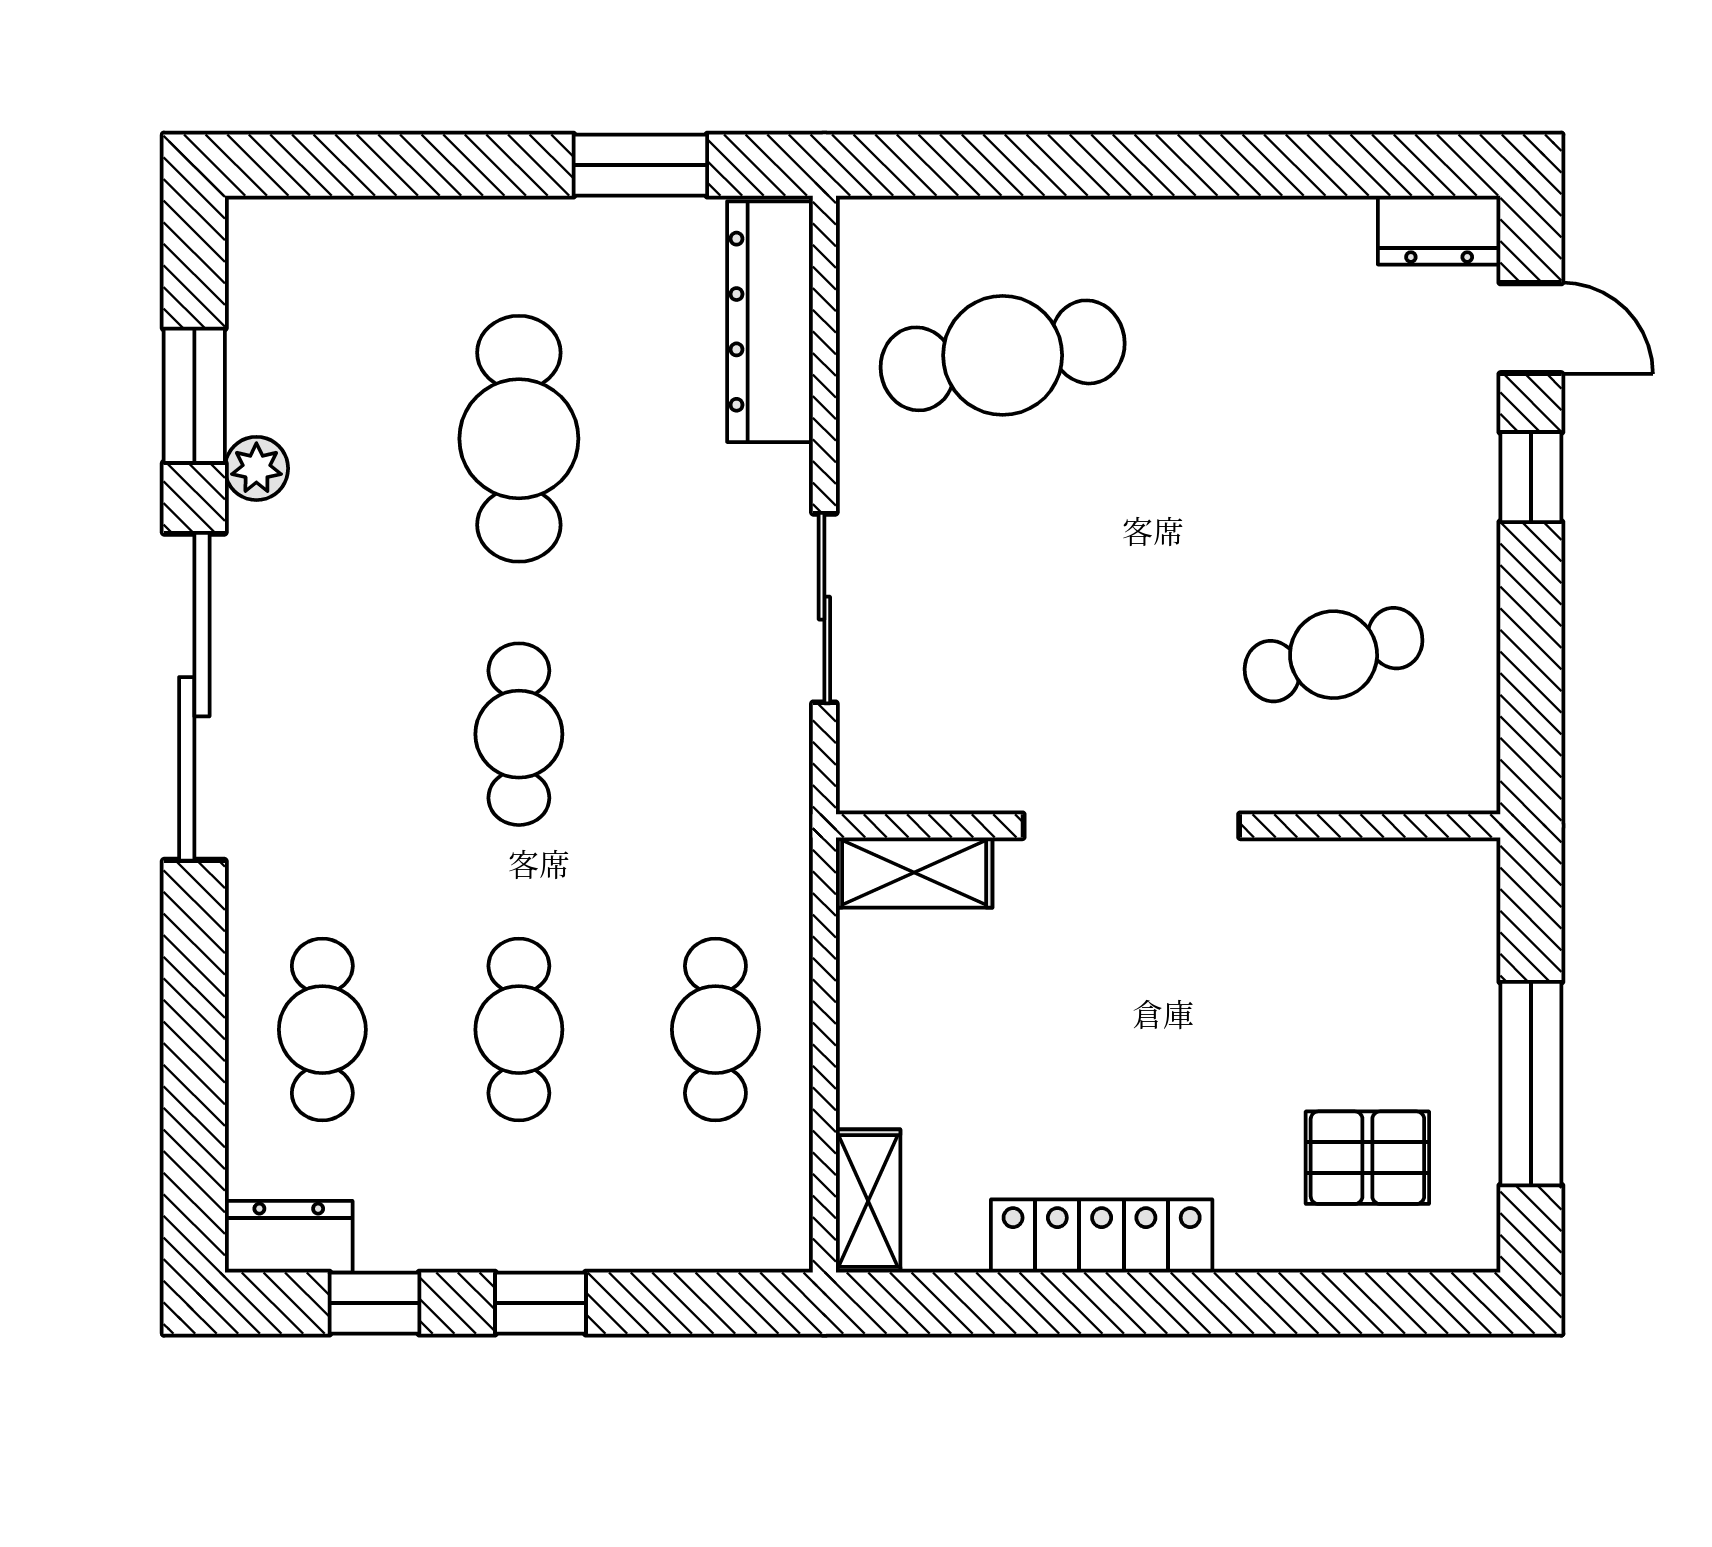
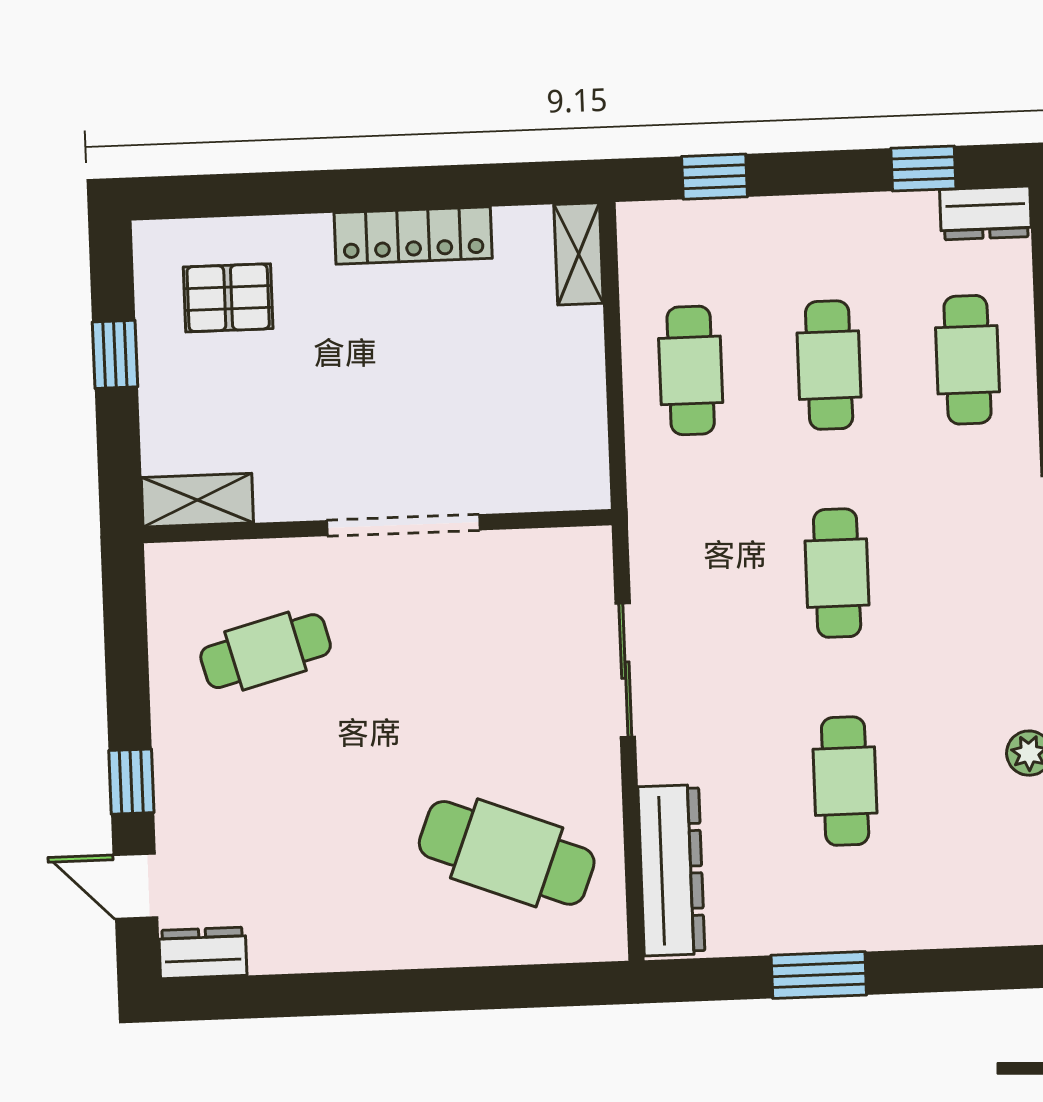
window: (640, 165) -> (819, 975), moved
cafe table: (1003, 355) -> (507, 853), turned 30
cafe table: (519, 439) -> (845, 781), width x0.73, depth x0.74
shelving: (914, 872) -> (197, 500), moved
window: (1531, 1084) -> (115, 354), width x0.46
window: (540, 1303) -> (714, 177), moved

